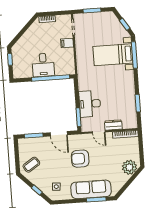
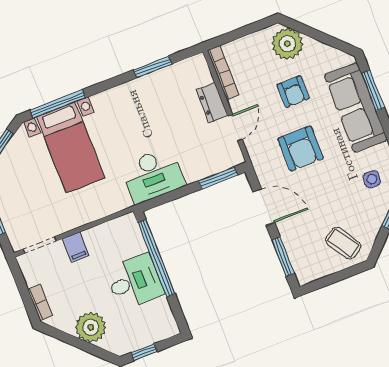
plant: (29, 39) -> (91, 327), added
desk: (90, 104) -> (153, 175), moved
door: (59, 134) -> (264, 207), hinge flipped
armchair: (107, 163) -> (293, 92), added

